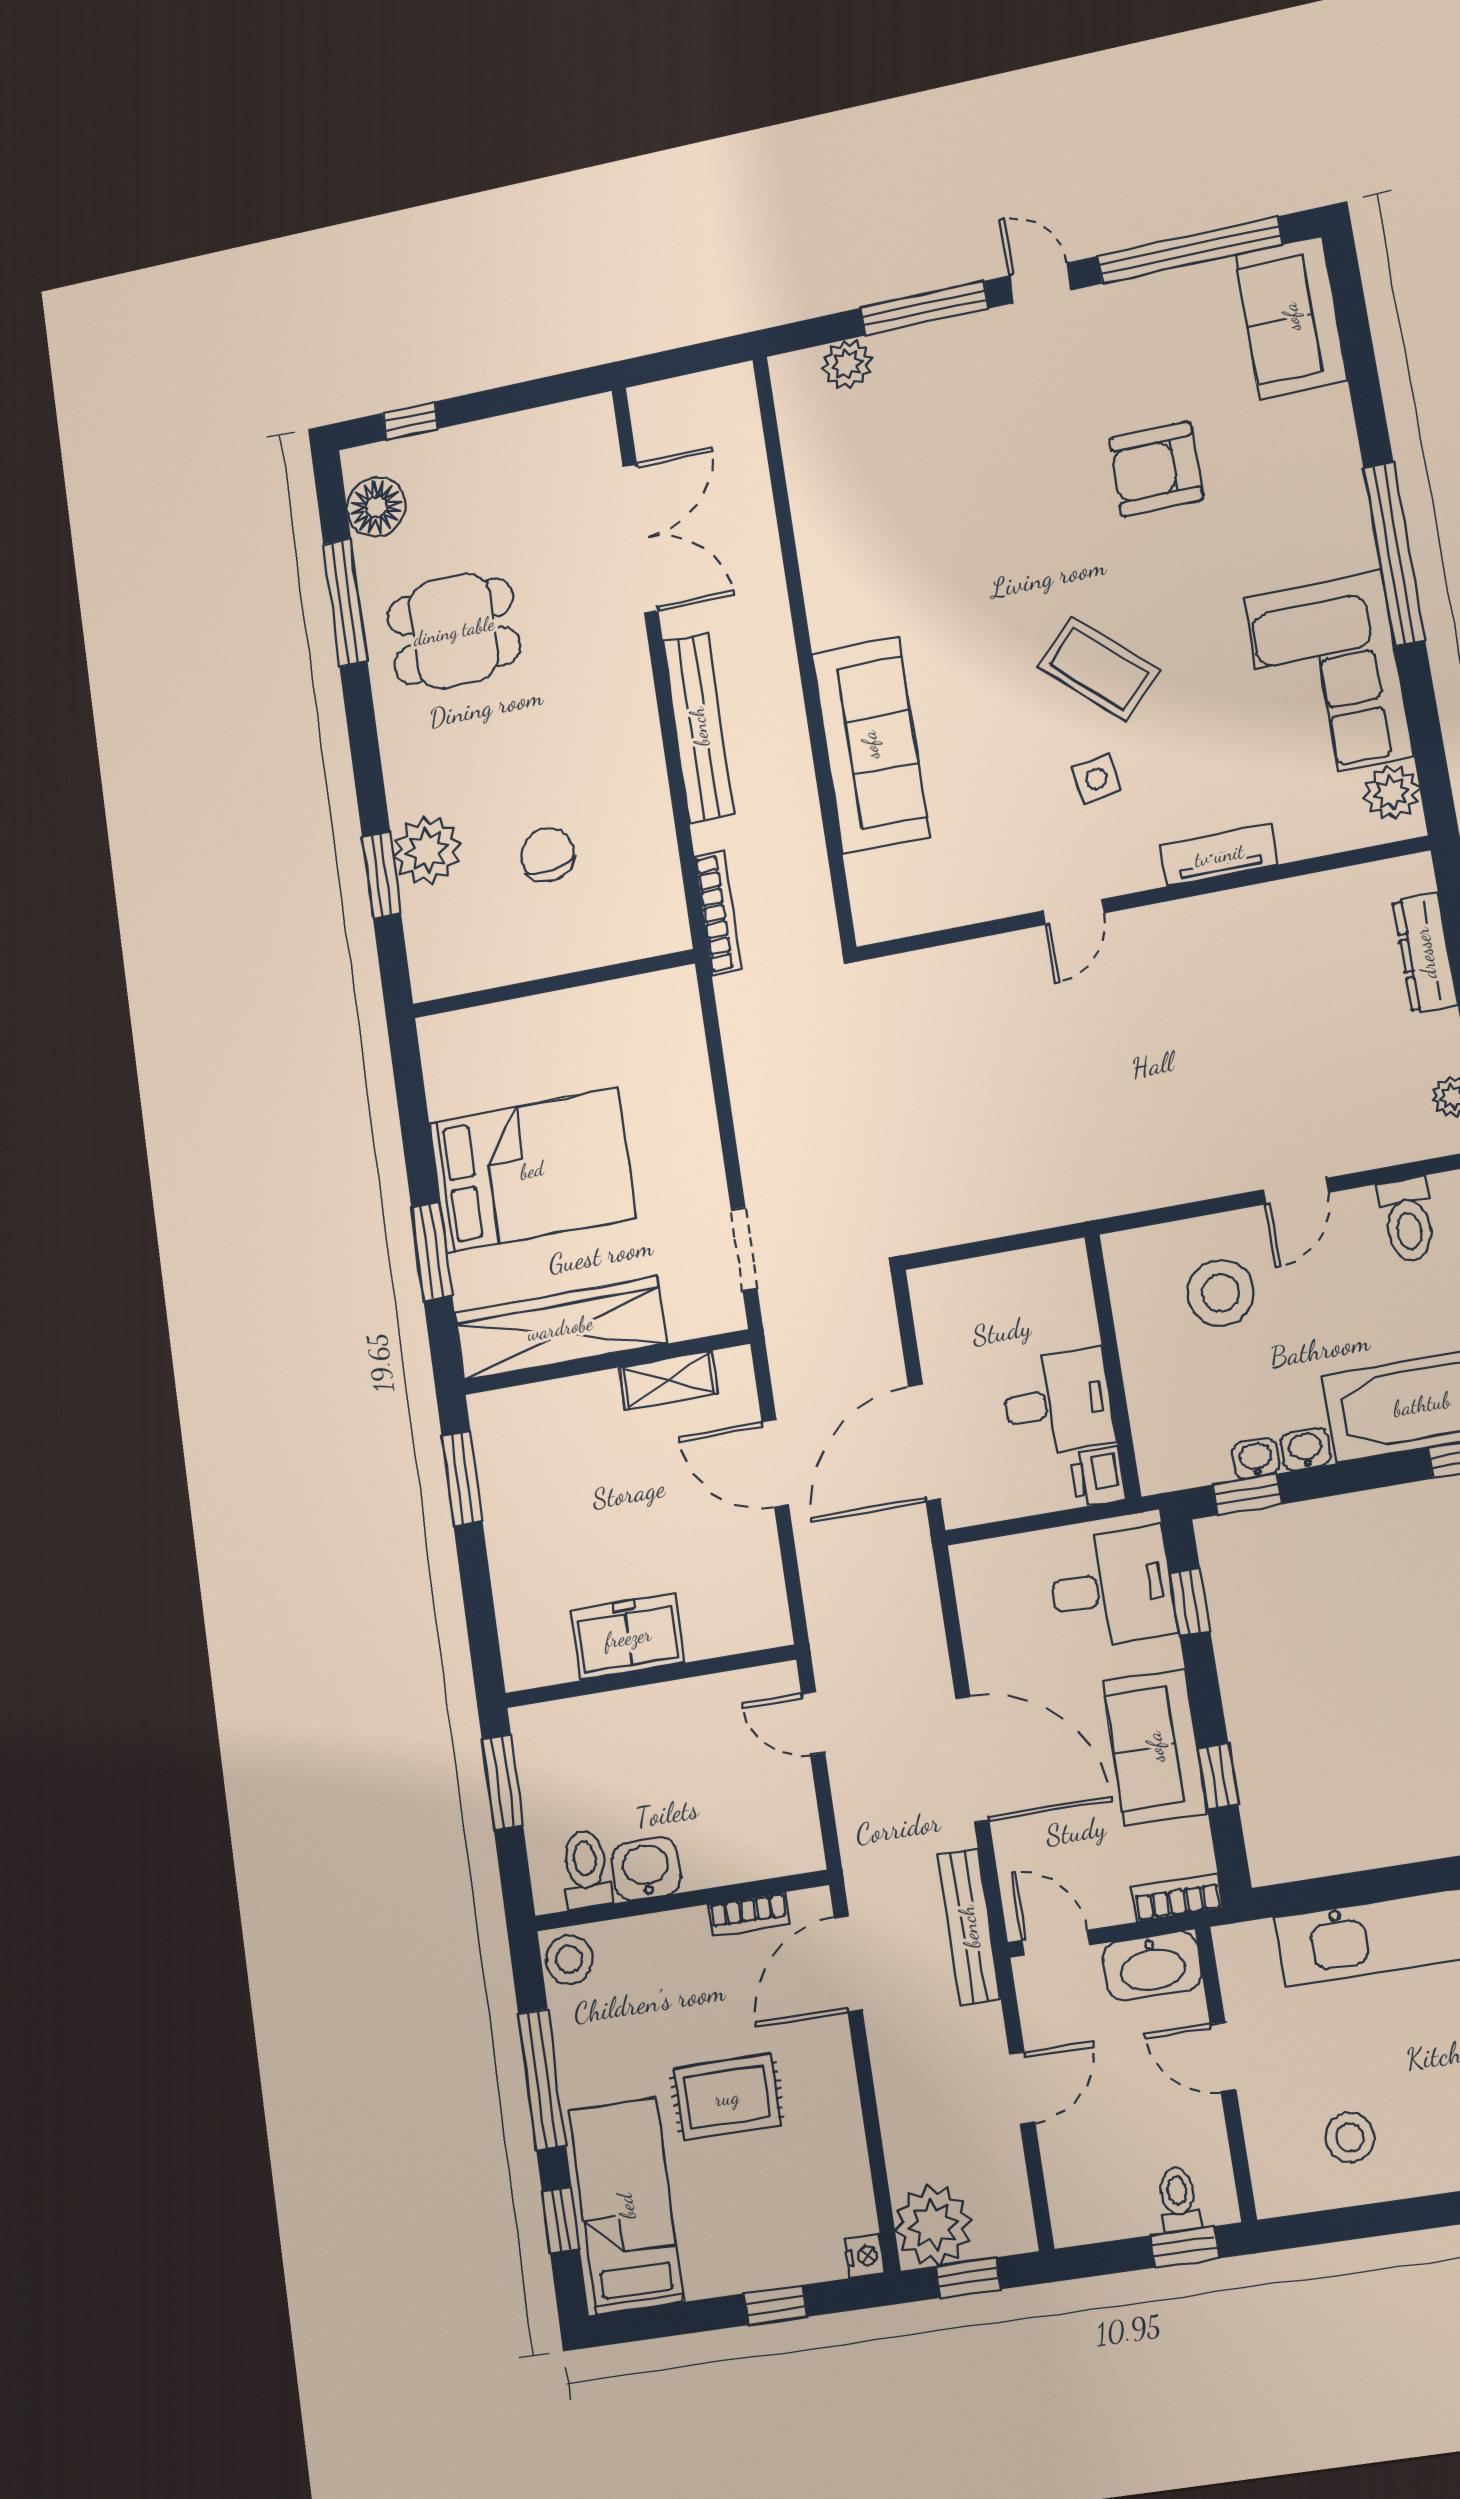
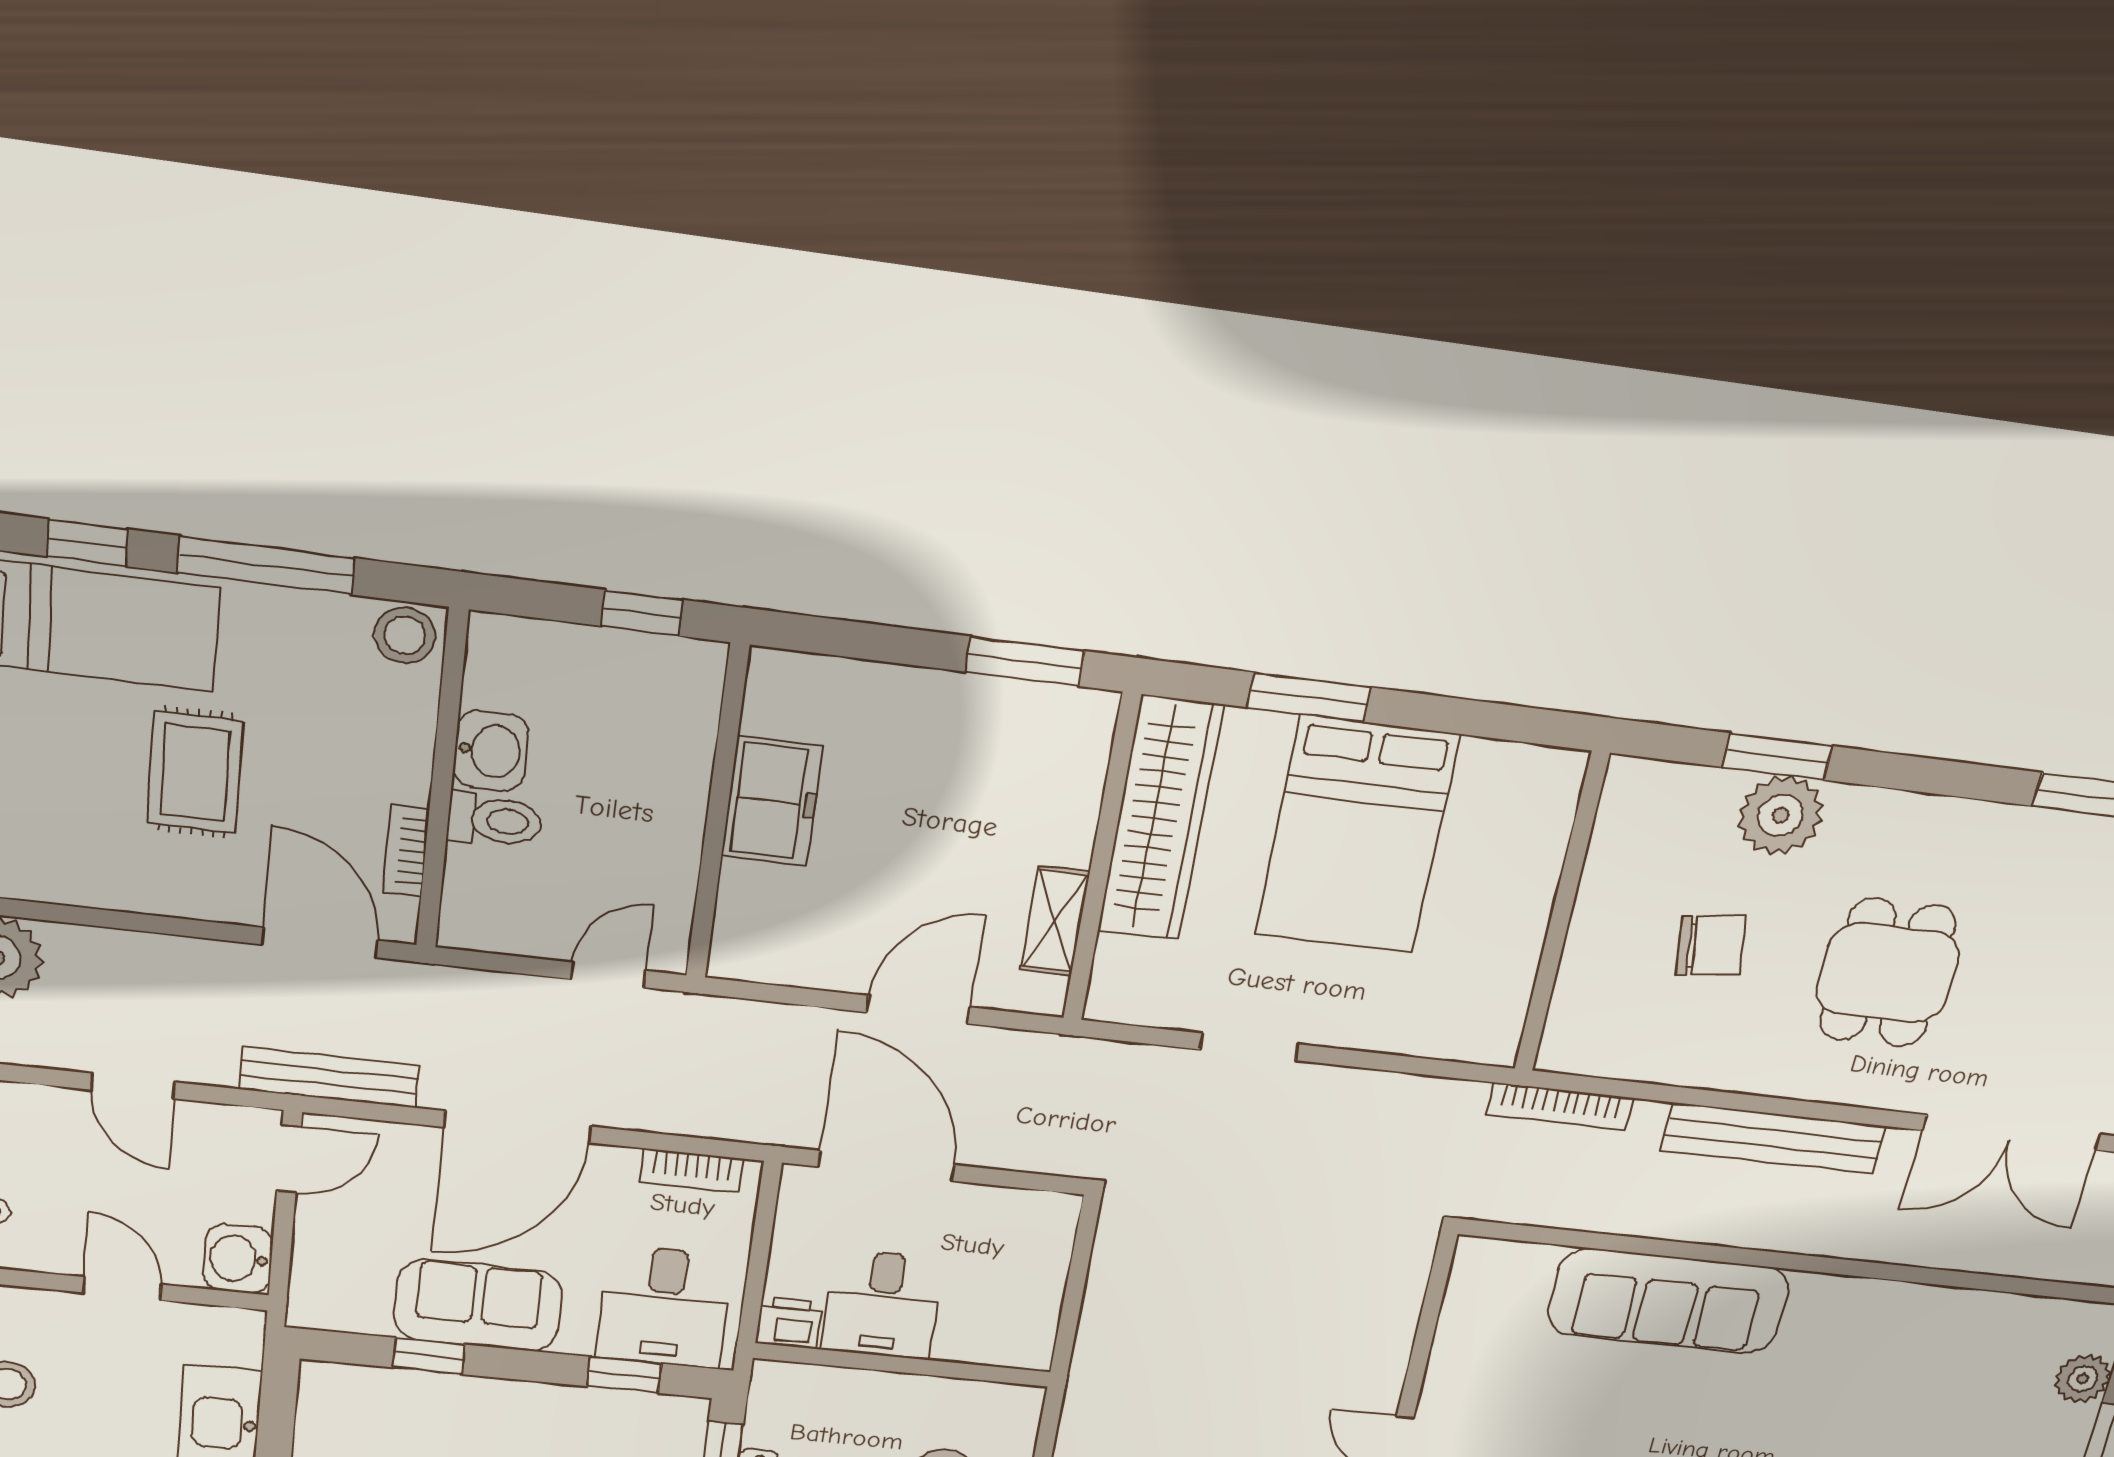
dining table: (454, 631) -> (1888, 973), moved
doorway: (744, 1249) -> (1249, 1047), moved
window: (502, 1782) -> (642, 613), width x0.67
toilet: (586, 1869) -> (495, 820), moved
bookcase: (1177, 1898) -> (691, 1171), moved, turned 90
washbasin: (1152, 1966) -> (238, 1259), width x0.72
door: (1223, 2057) -> (122, 1289), hinge flipped

